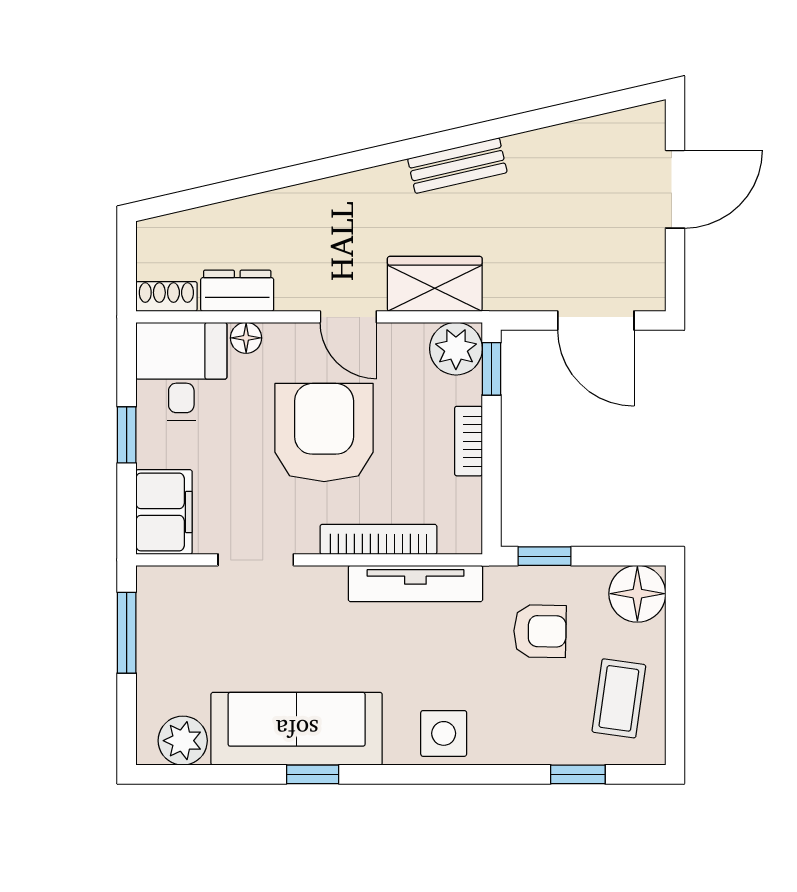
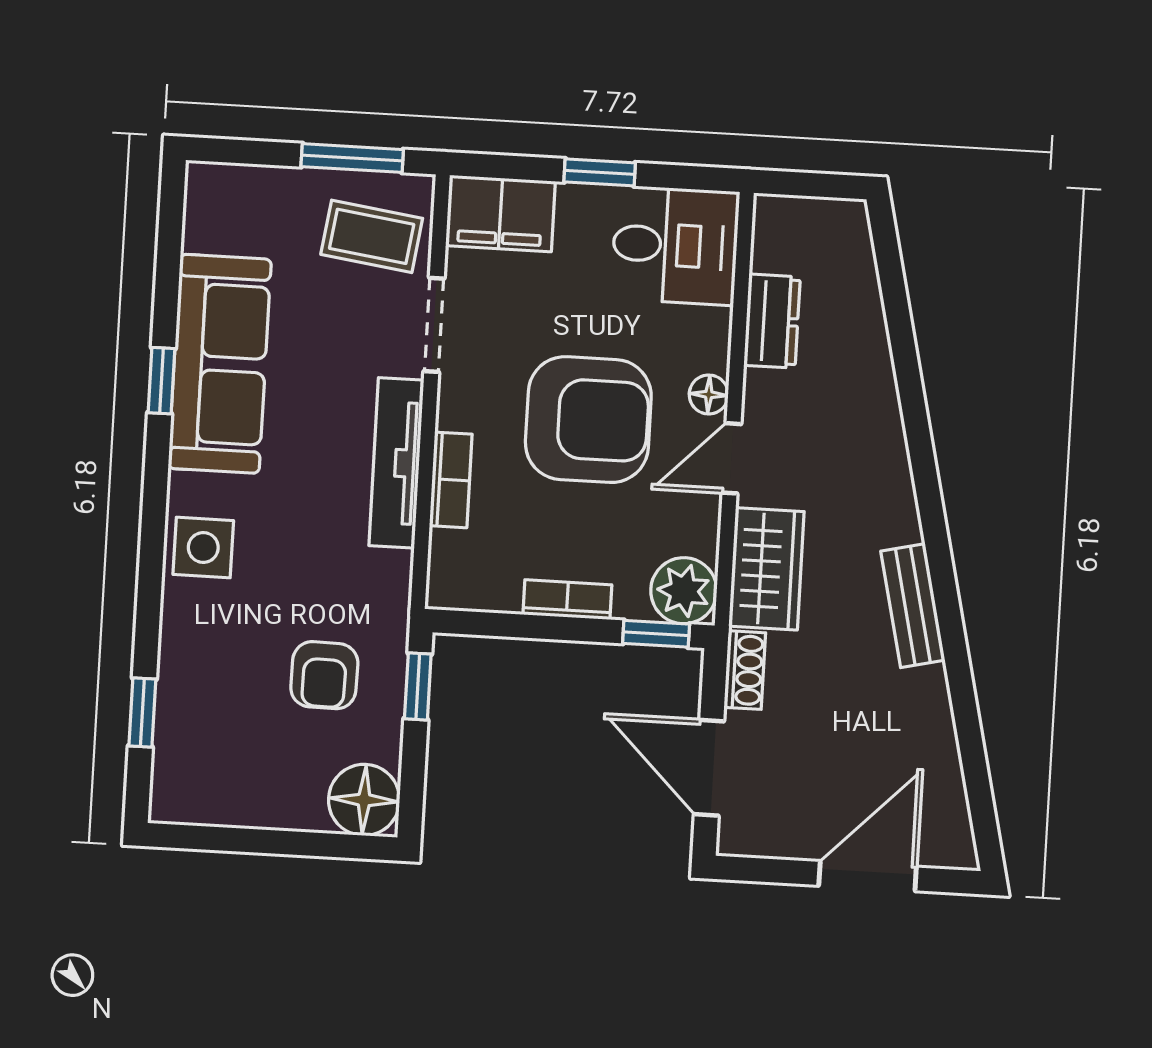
door: (675, 189) -> (868, 876), swing flipped
shoe rack: (166, 296) -> (745, 670), moved
door: (596, 320) -> (709, 768), hinge flipped
floor lamp: (246, 338) -> (709, 395), moved
bookcase: (378, 539) -> (451, 480), width x0.64
tv unit: (415, 583) -> (396, 463), moved
coffee table: (619, 698) -> (372, 236), moved
plant: (183, 741) -> (213, 220), removed

